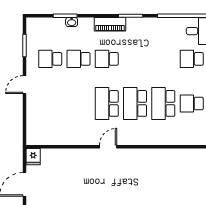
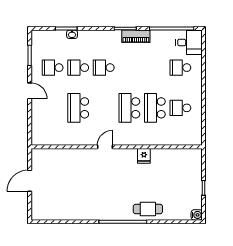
piano: (110, 24) -> (136, 36), moved
door: (25, 85) -> (30, 91), swing flipped
school desk: (107, 103) -> (78, 108), moved
fridge: (33, 157) -> (144, 156), moved

